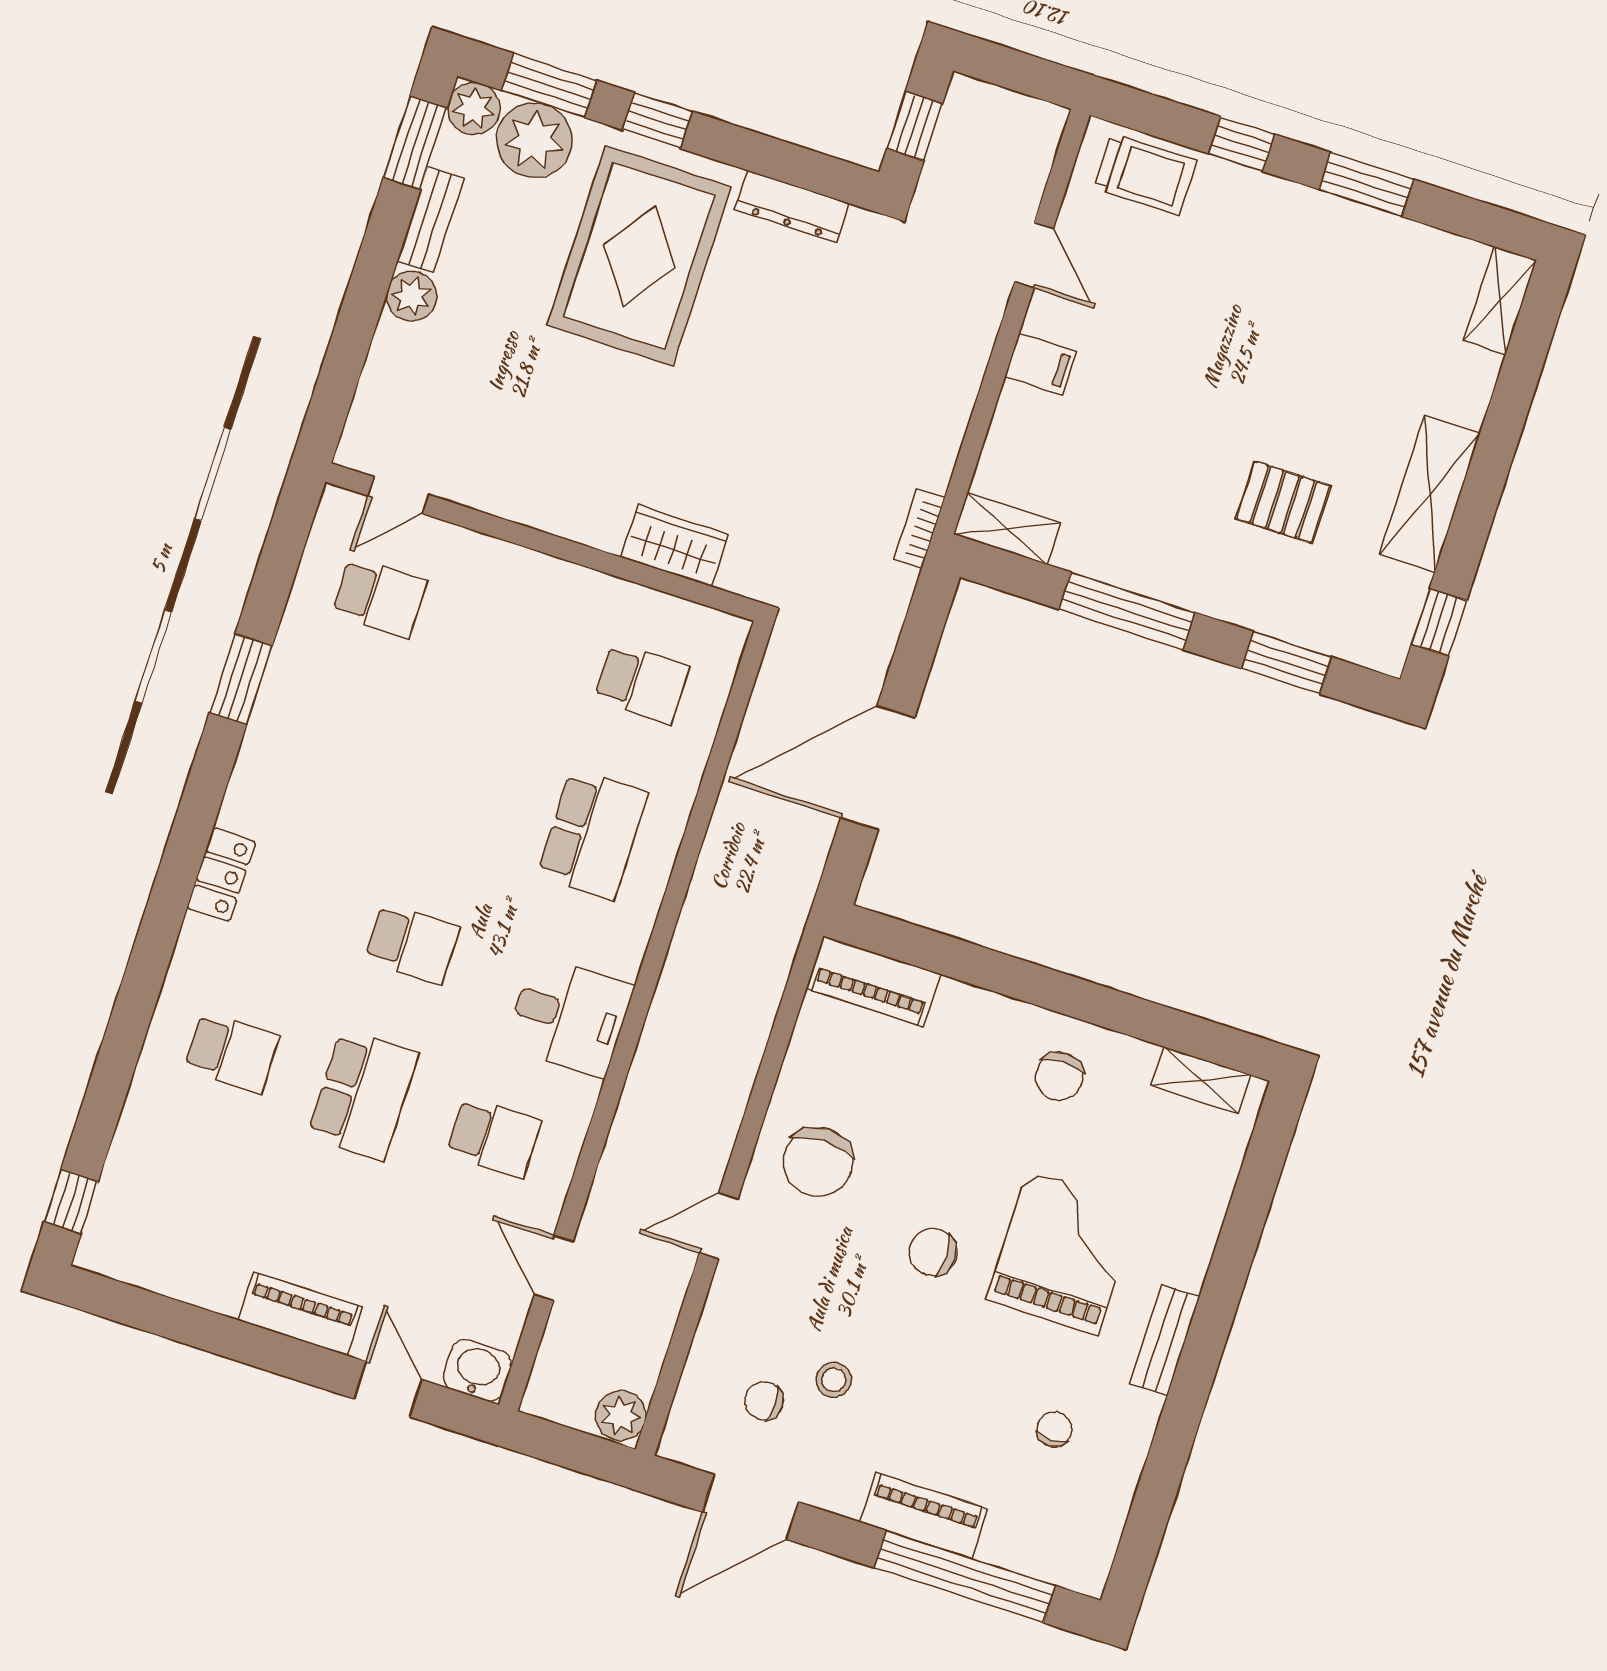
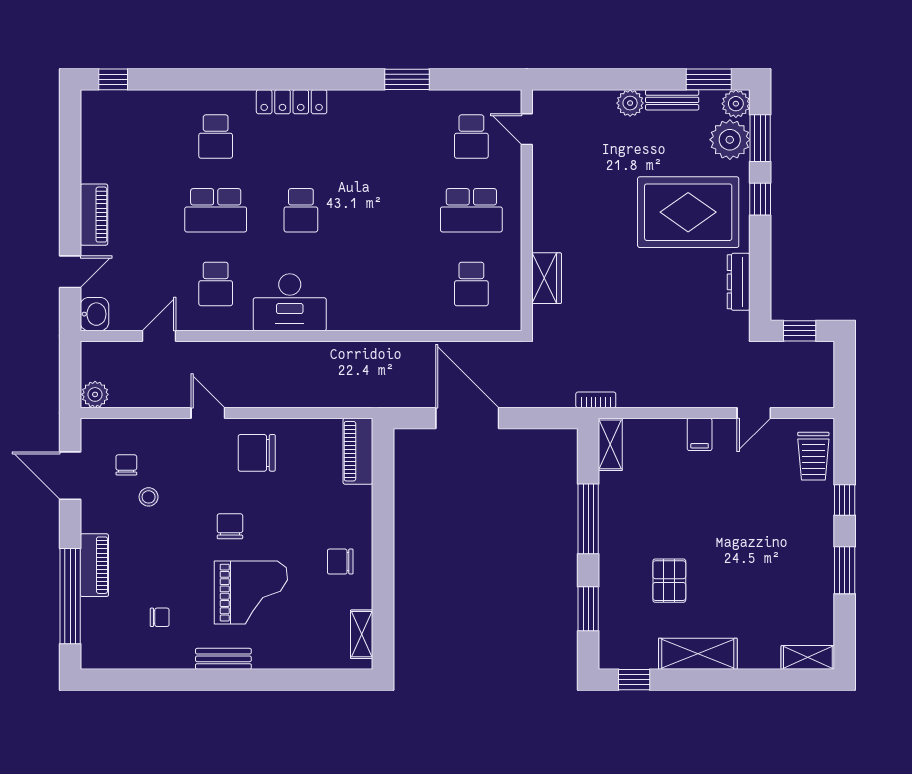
school desk: (592, 834) -> (471, 210), moved
locker: (221, 875) -> (292, 102), width x1.53
desk: (569, 1016) -> (290, 302), width x1.37

